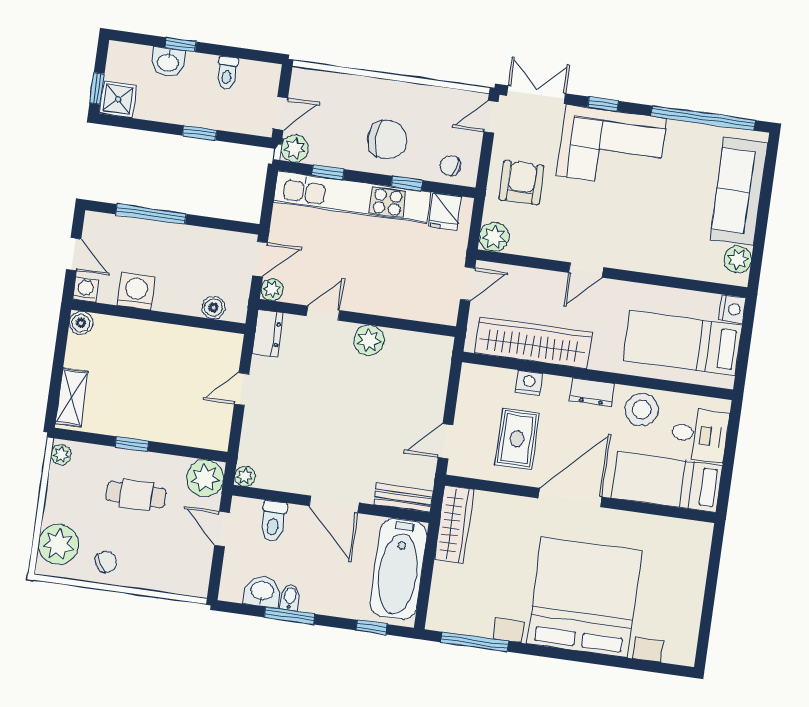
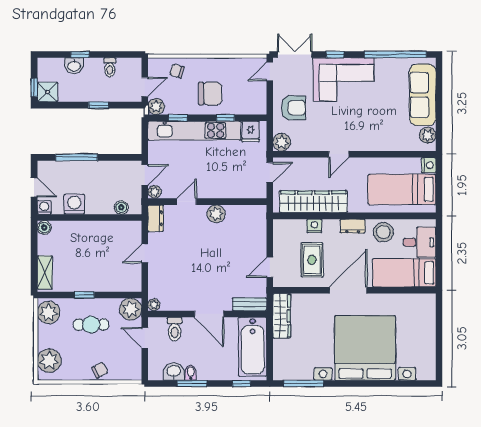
chair: (450, 166) -> (177, 71), moved
armchair: (522, 183) -> (293, 108), turned 90
plant: (61, 455) -> (49, 312), width x1.88, depth x1.88
chair: (106, 562) -> (100, 370), moved

